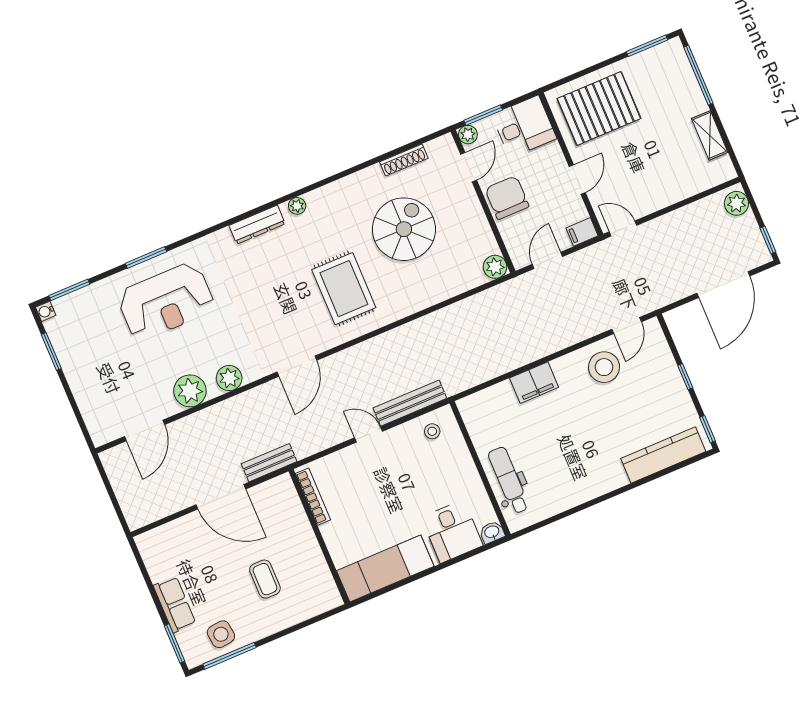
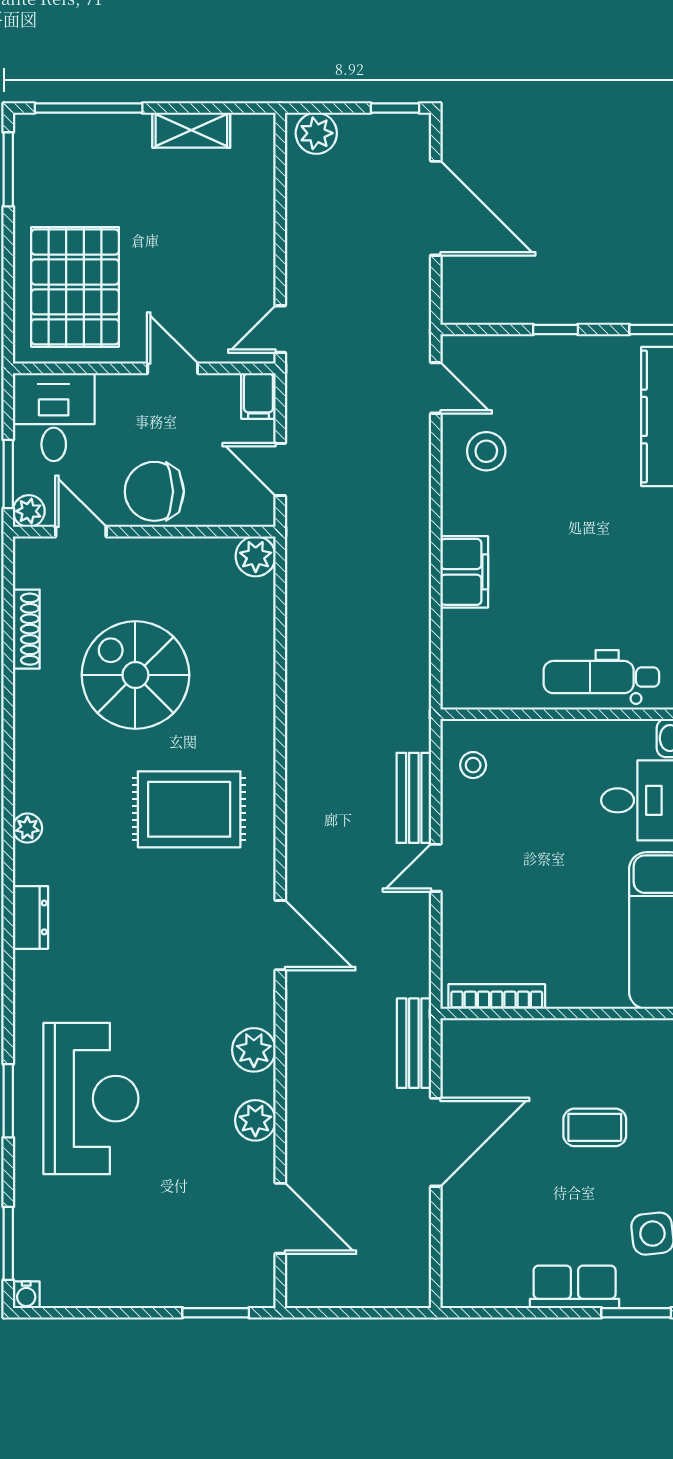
dresser: (257, 225) -> (30, 917), width x0.70
window: (51, 351) -> (216, 1313), moved
stool: (604, 367) -> (486, 451), width x0.73, depth x0.73
plant: (190, 391) -> (255, 1120), width x0.73, depth x0.73
bench: (410, 403) -> (414, 798), width x0.73

